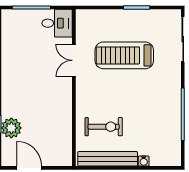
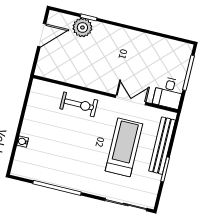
exercise bike: (104, 127) -> (79, 104), moved, turned -90
bench: (108, 159) -> (162, 146), moved

